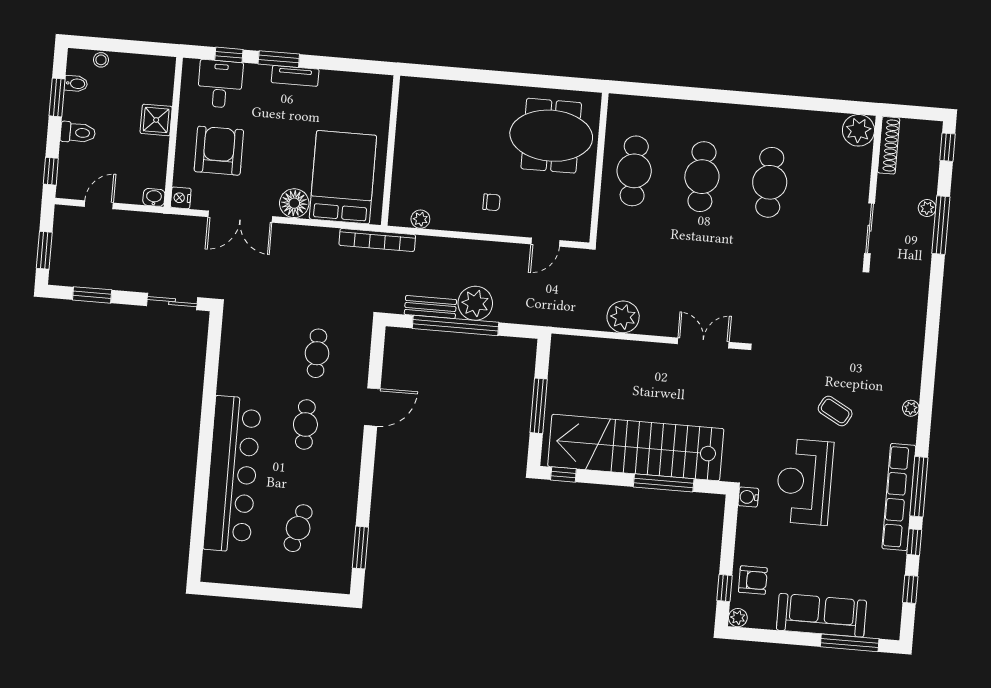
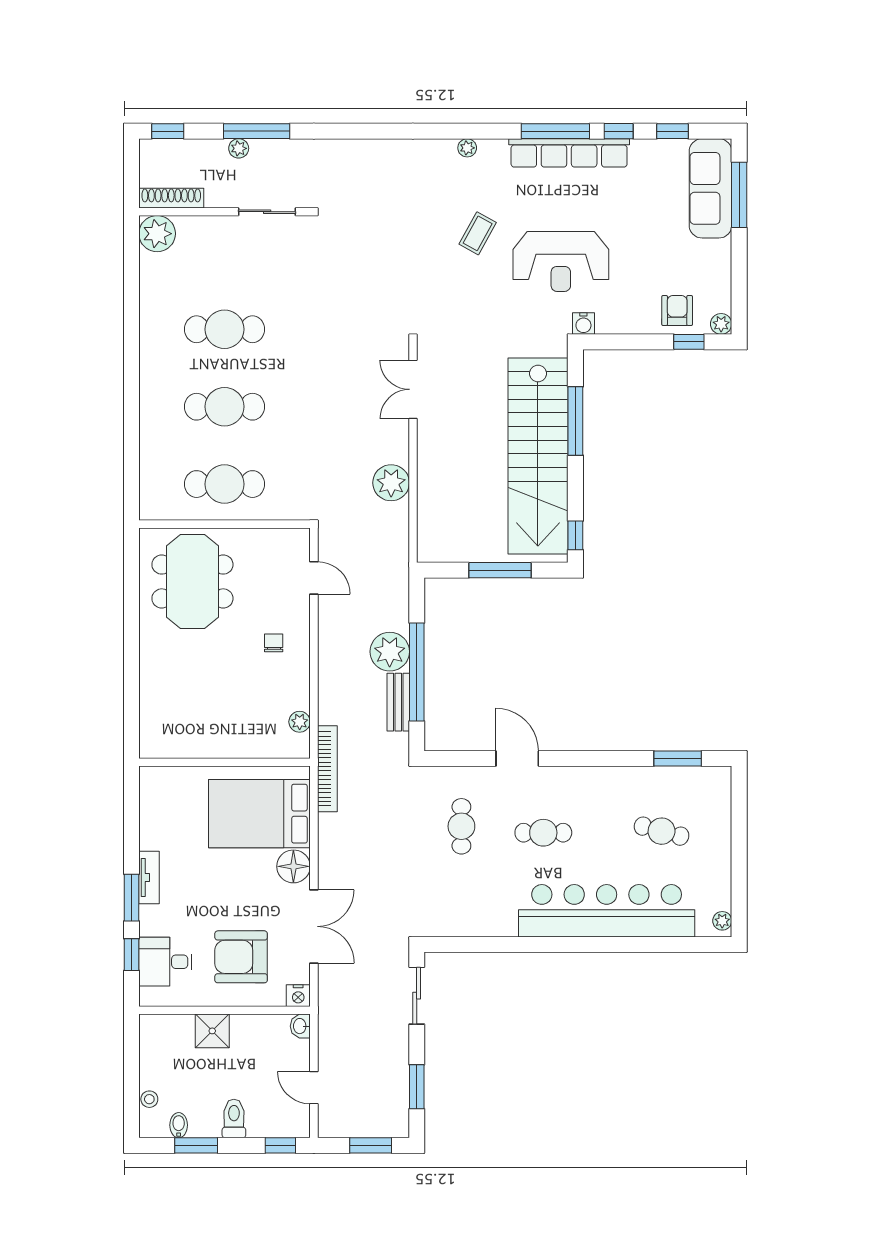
cafe table: (317, 353) -> (461, 826), turned 90
plant: (215, 575) -> (722, 921), added
sofa: (821, 615) -> (710, 188), moved

